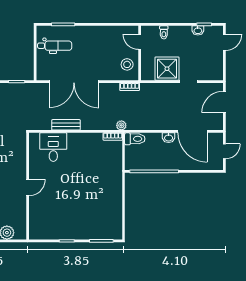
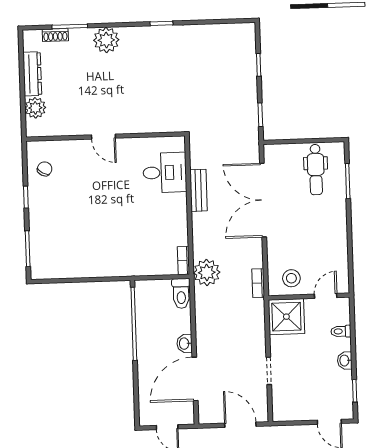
washbasin: (198, 30) -> (345, 361), moved
shower: (167, 69) -> (286, 317), moved
plant: (121, 125) -> (207, 272), width x1.88, depth x1.88
chair: (48, 228) -> (45, 169), added

